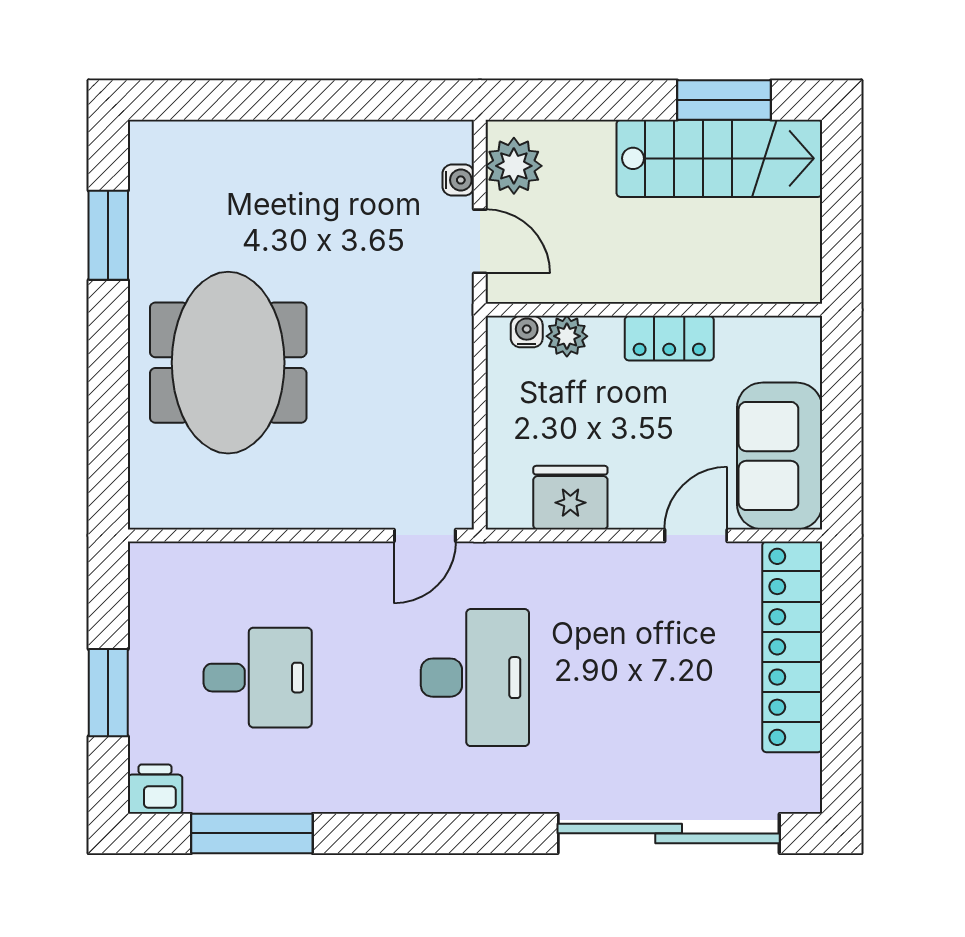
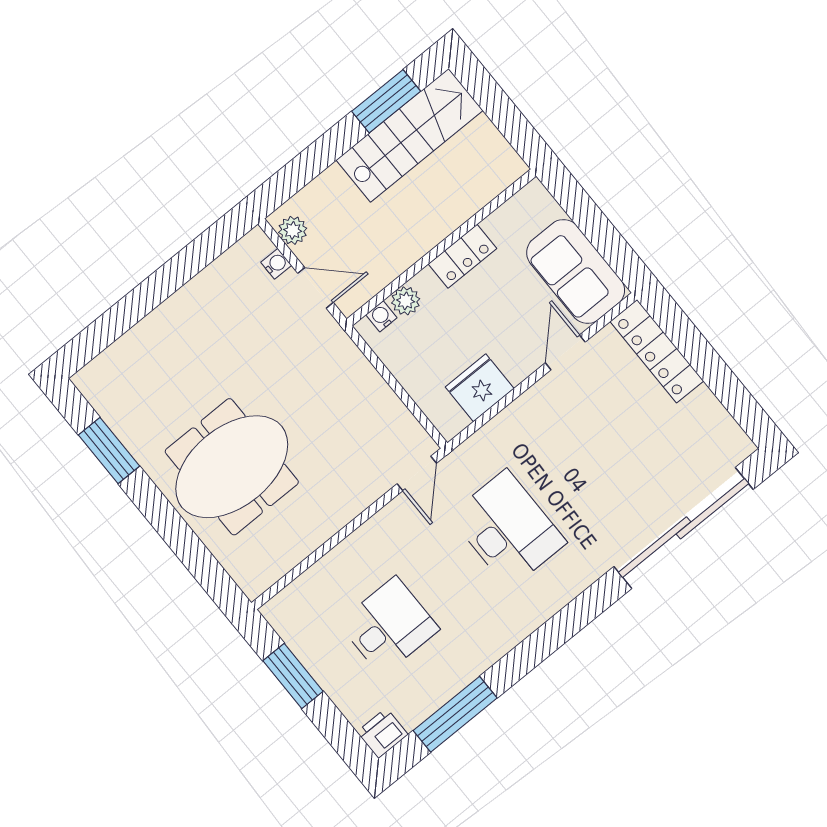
plant: (514, 166) -> (293, 230), width x0.73, depth x0.73
meeting table: (228, 363) -> (232, 467), turned 90
locker: (792, 647) -> (657, 351), width x0.71, depth x0.83
window: (108, 693) -> (293, 676), moved

